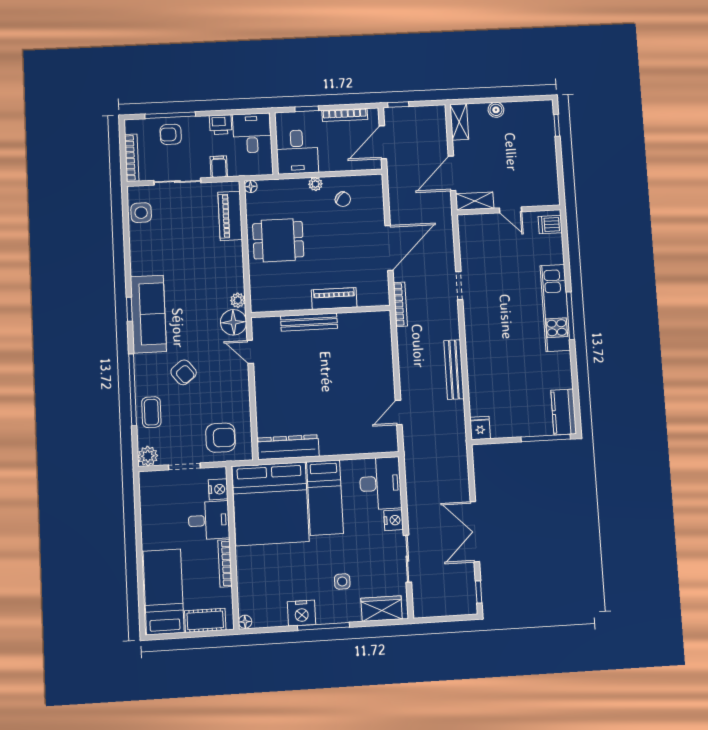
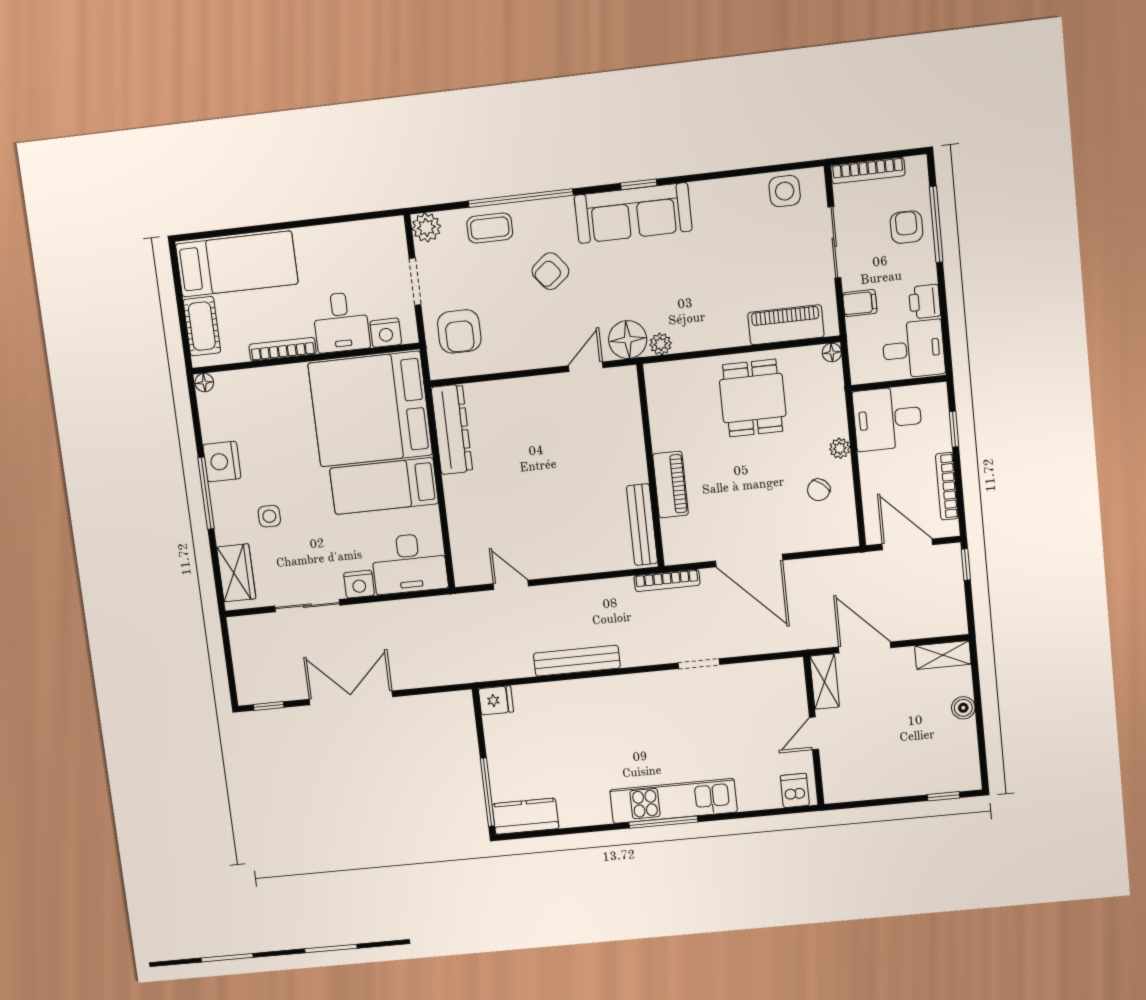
bench: (309, 322) -> (642, 525), moved

